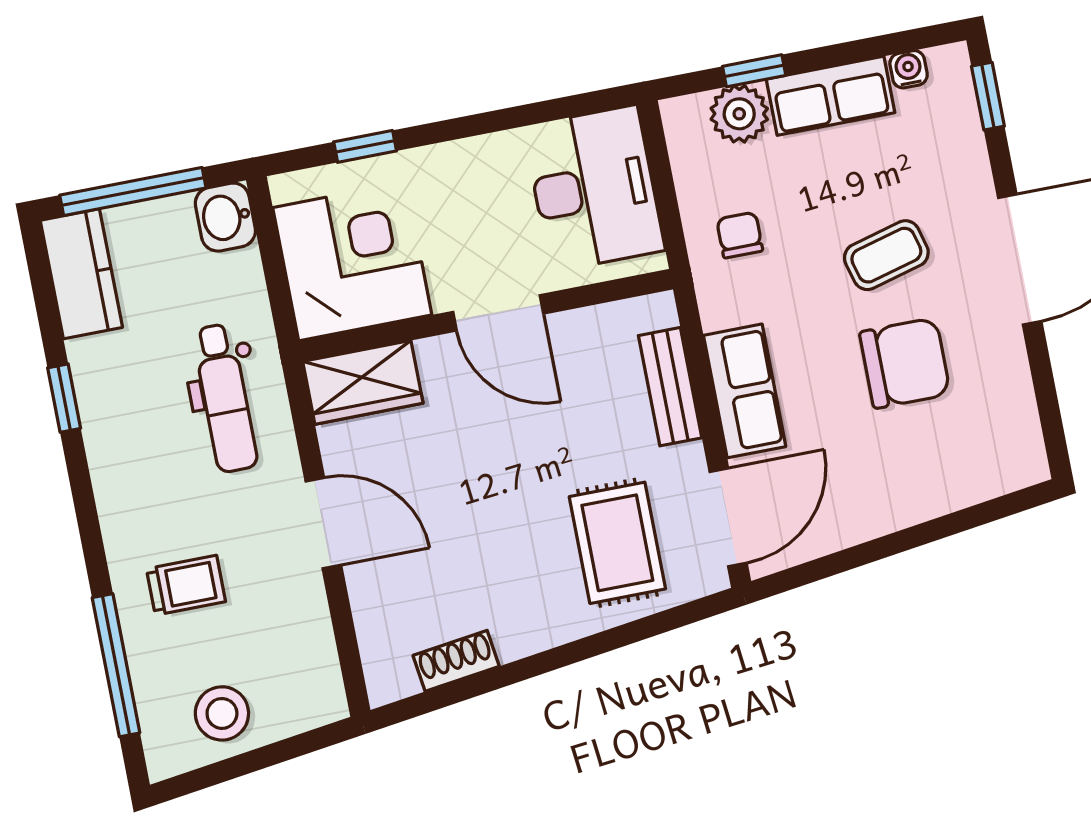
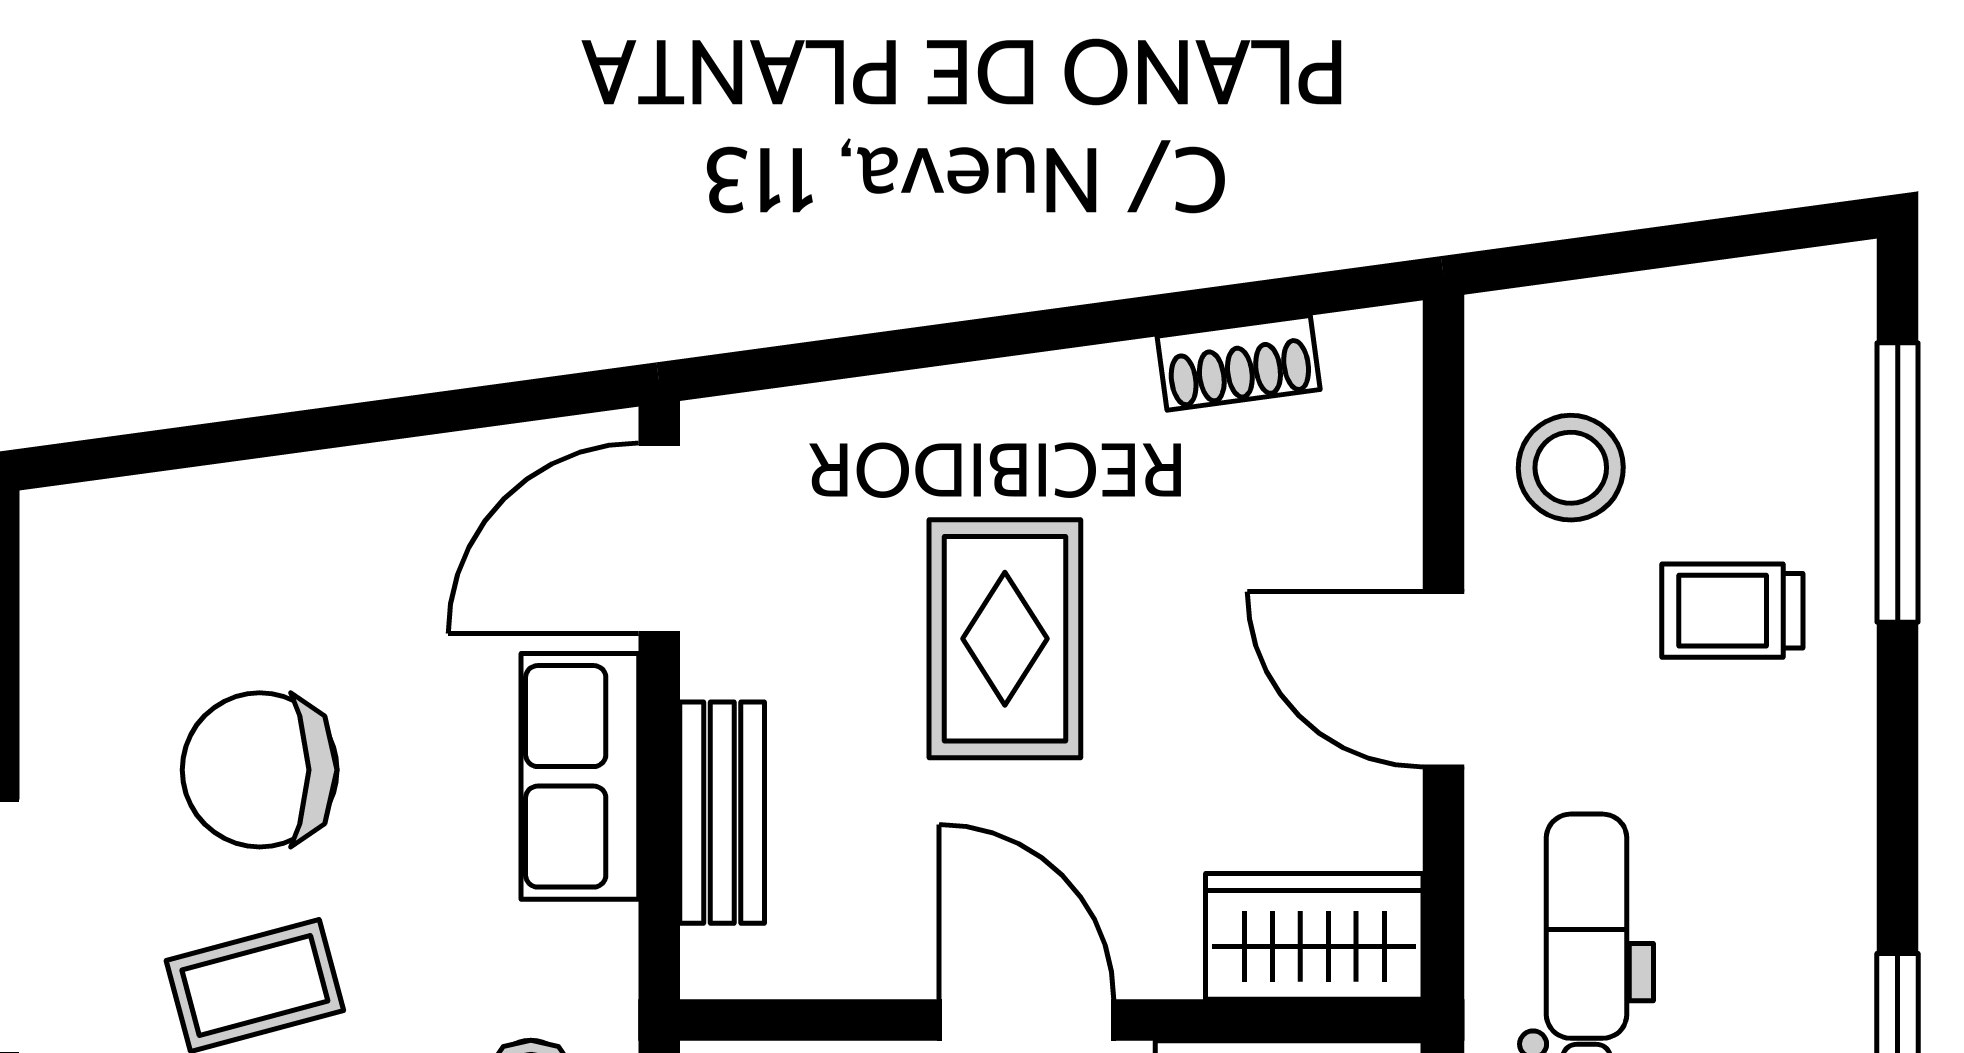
rug: (617, 543) -> (1005, 639), moved
stool: (222, 713) -> (1571, 468), moved

